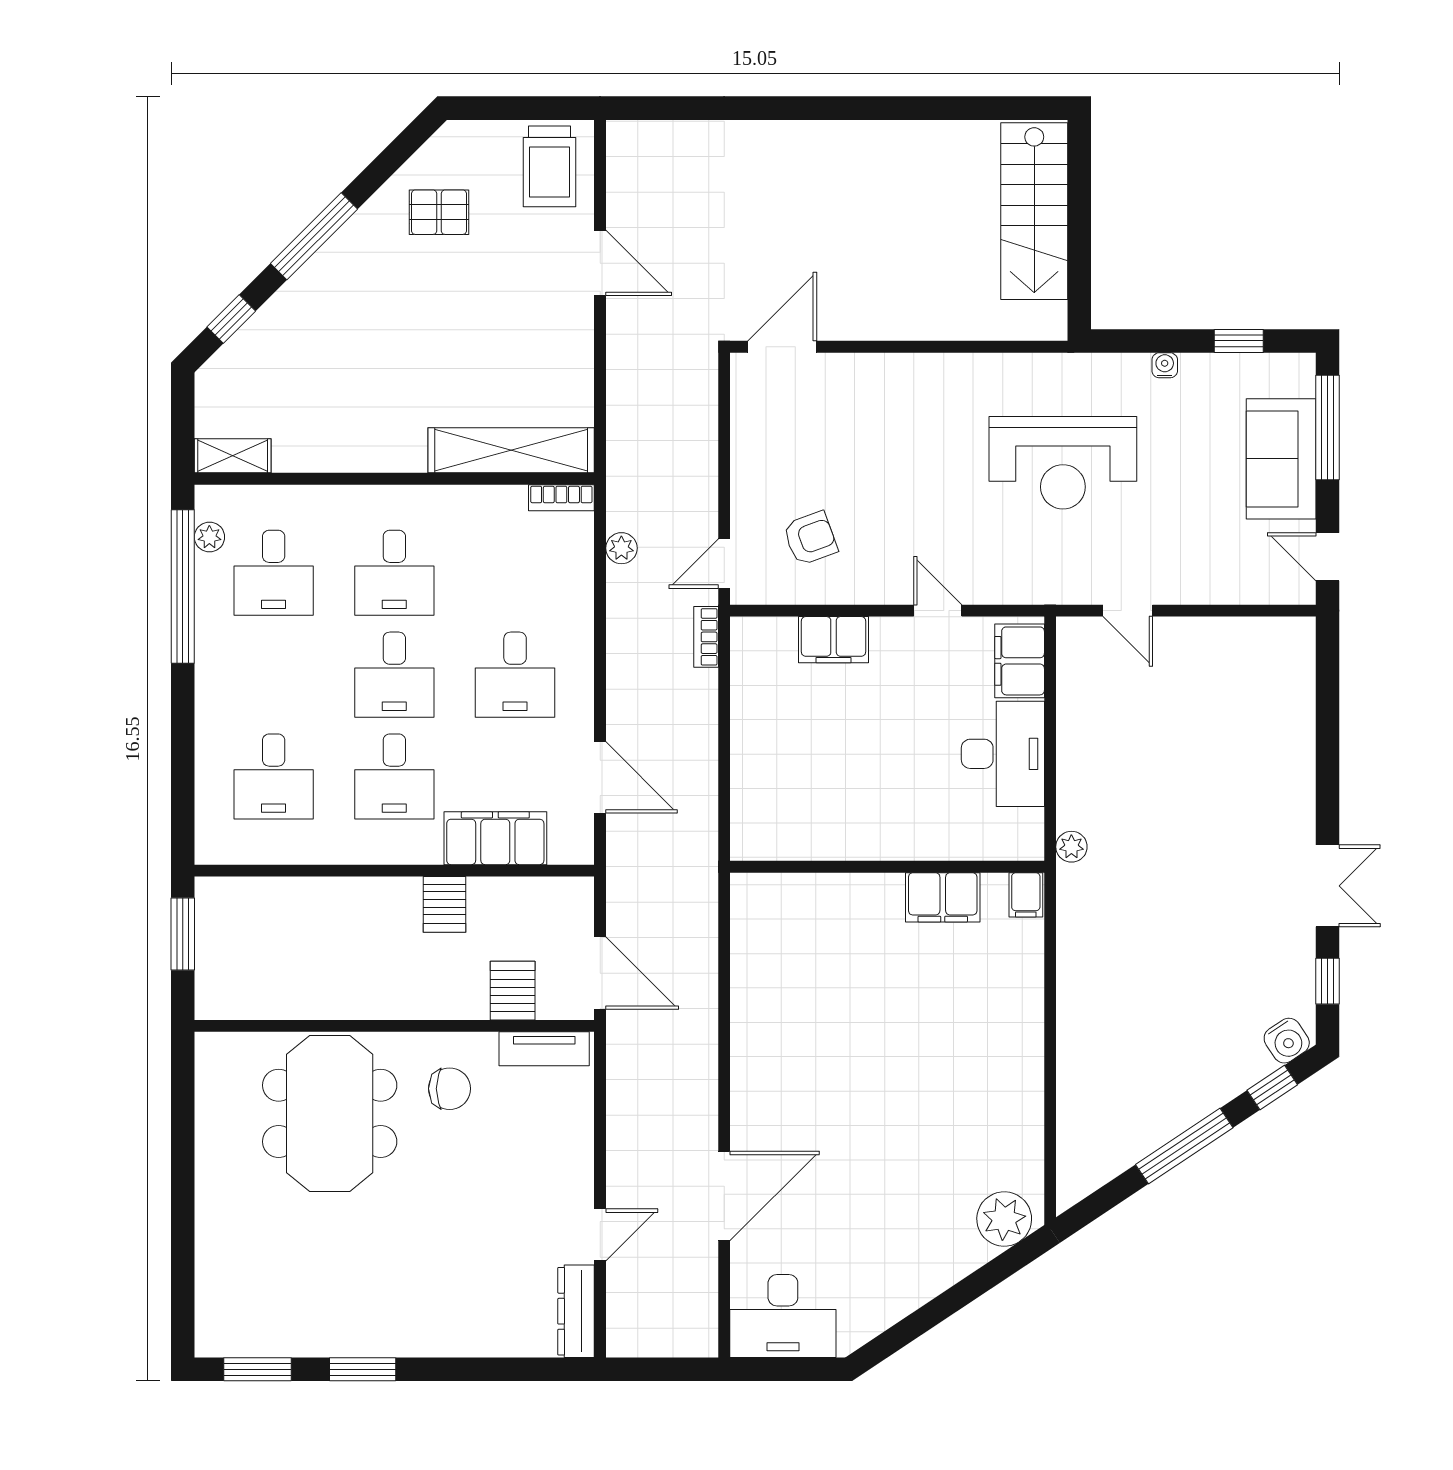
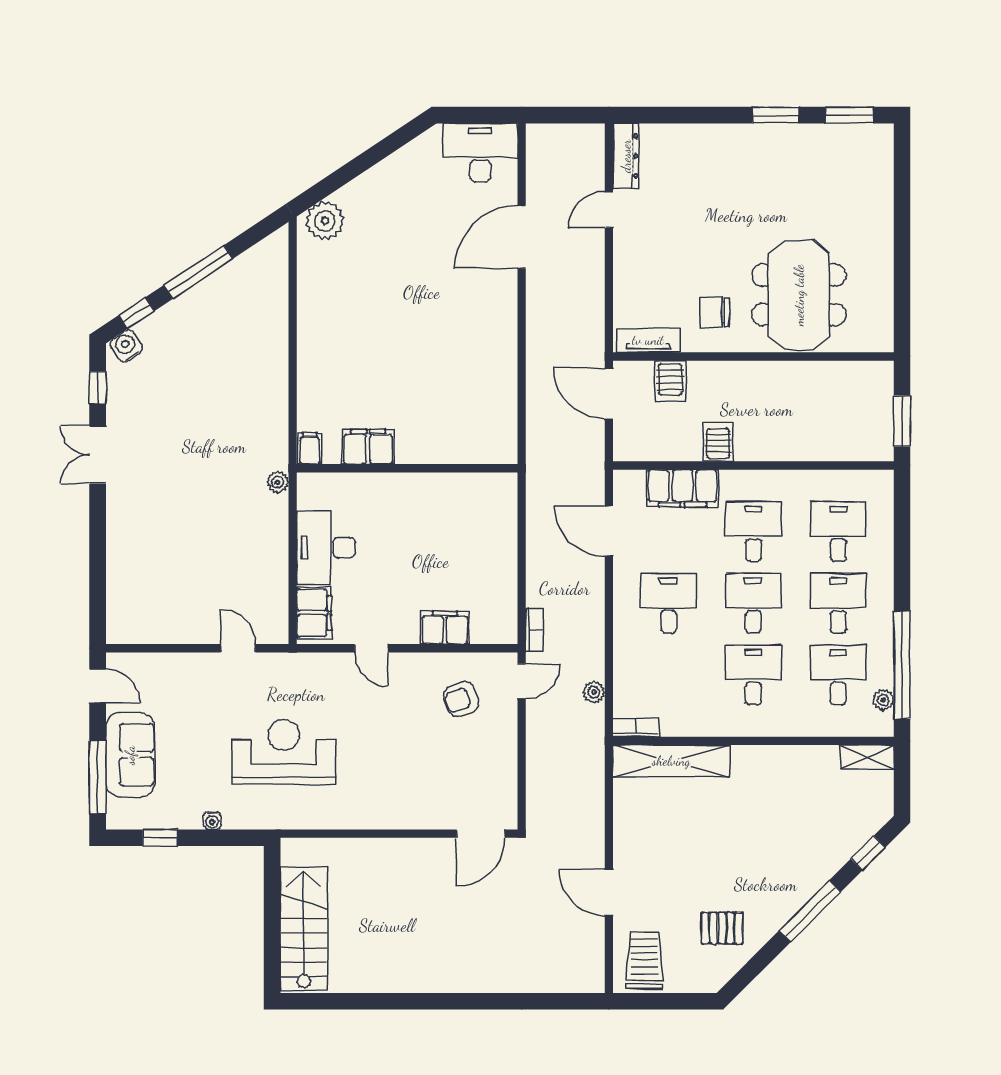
desk: (274, 675) -> (838, 603), added

